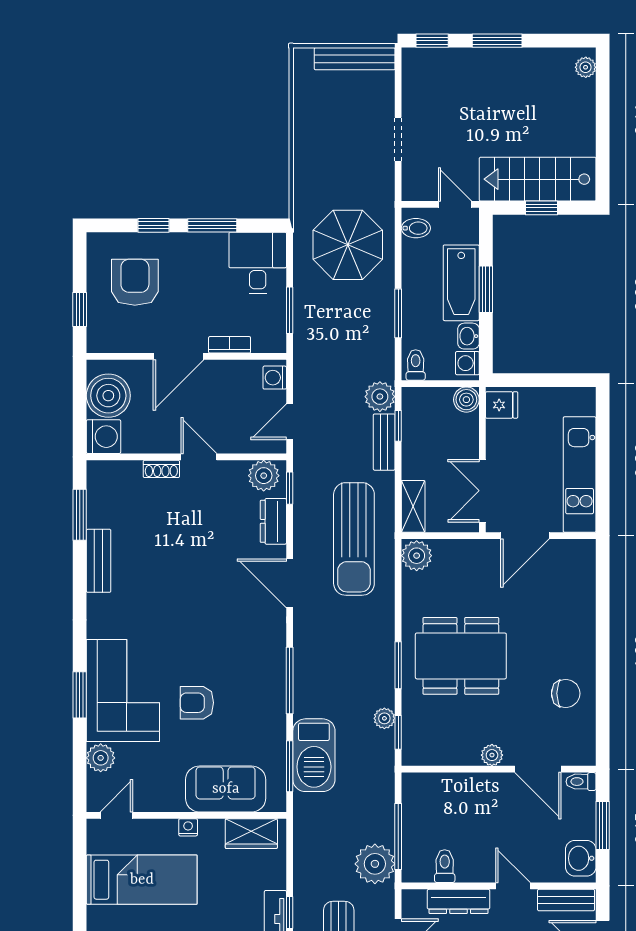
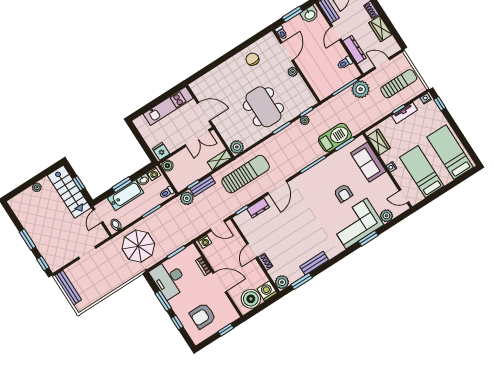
plant: (586, 67) -> (37, 187), moved
desk: (258, 263) -> (169, 279), width x1.37
plant: (264, 476) -> (282, 282), moved

